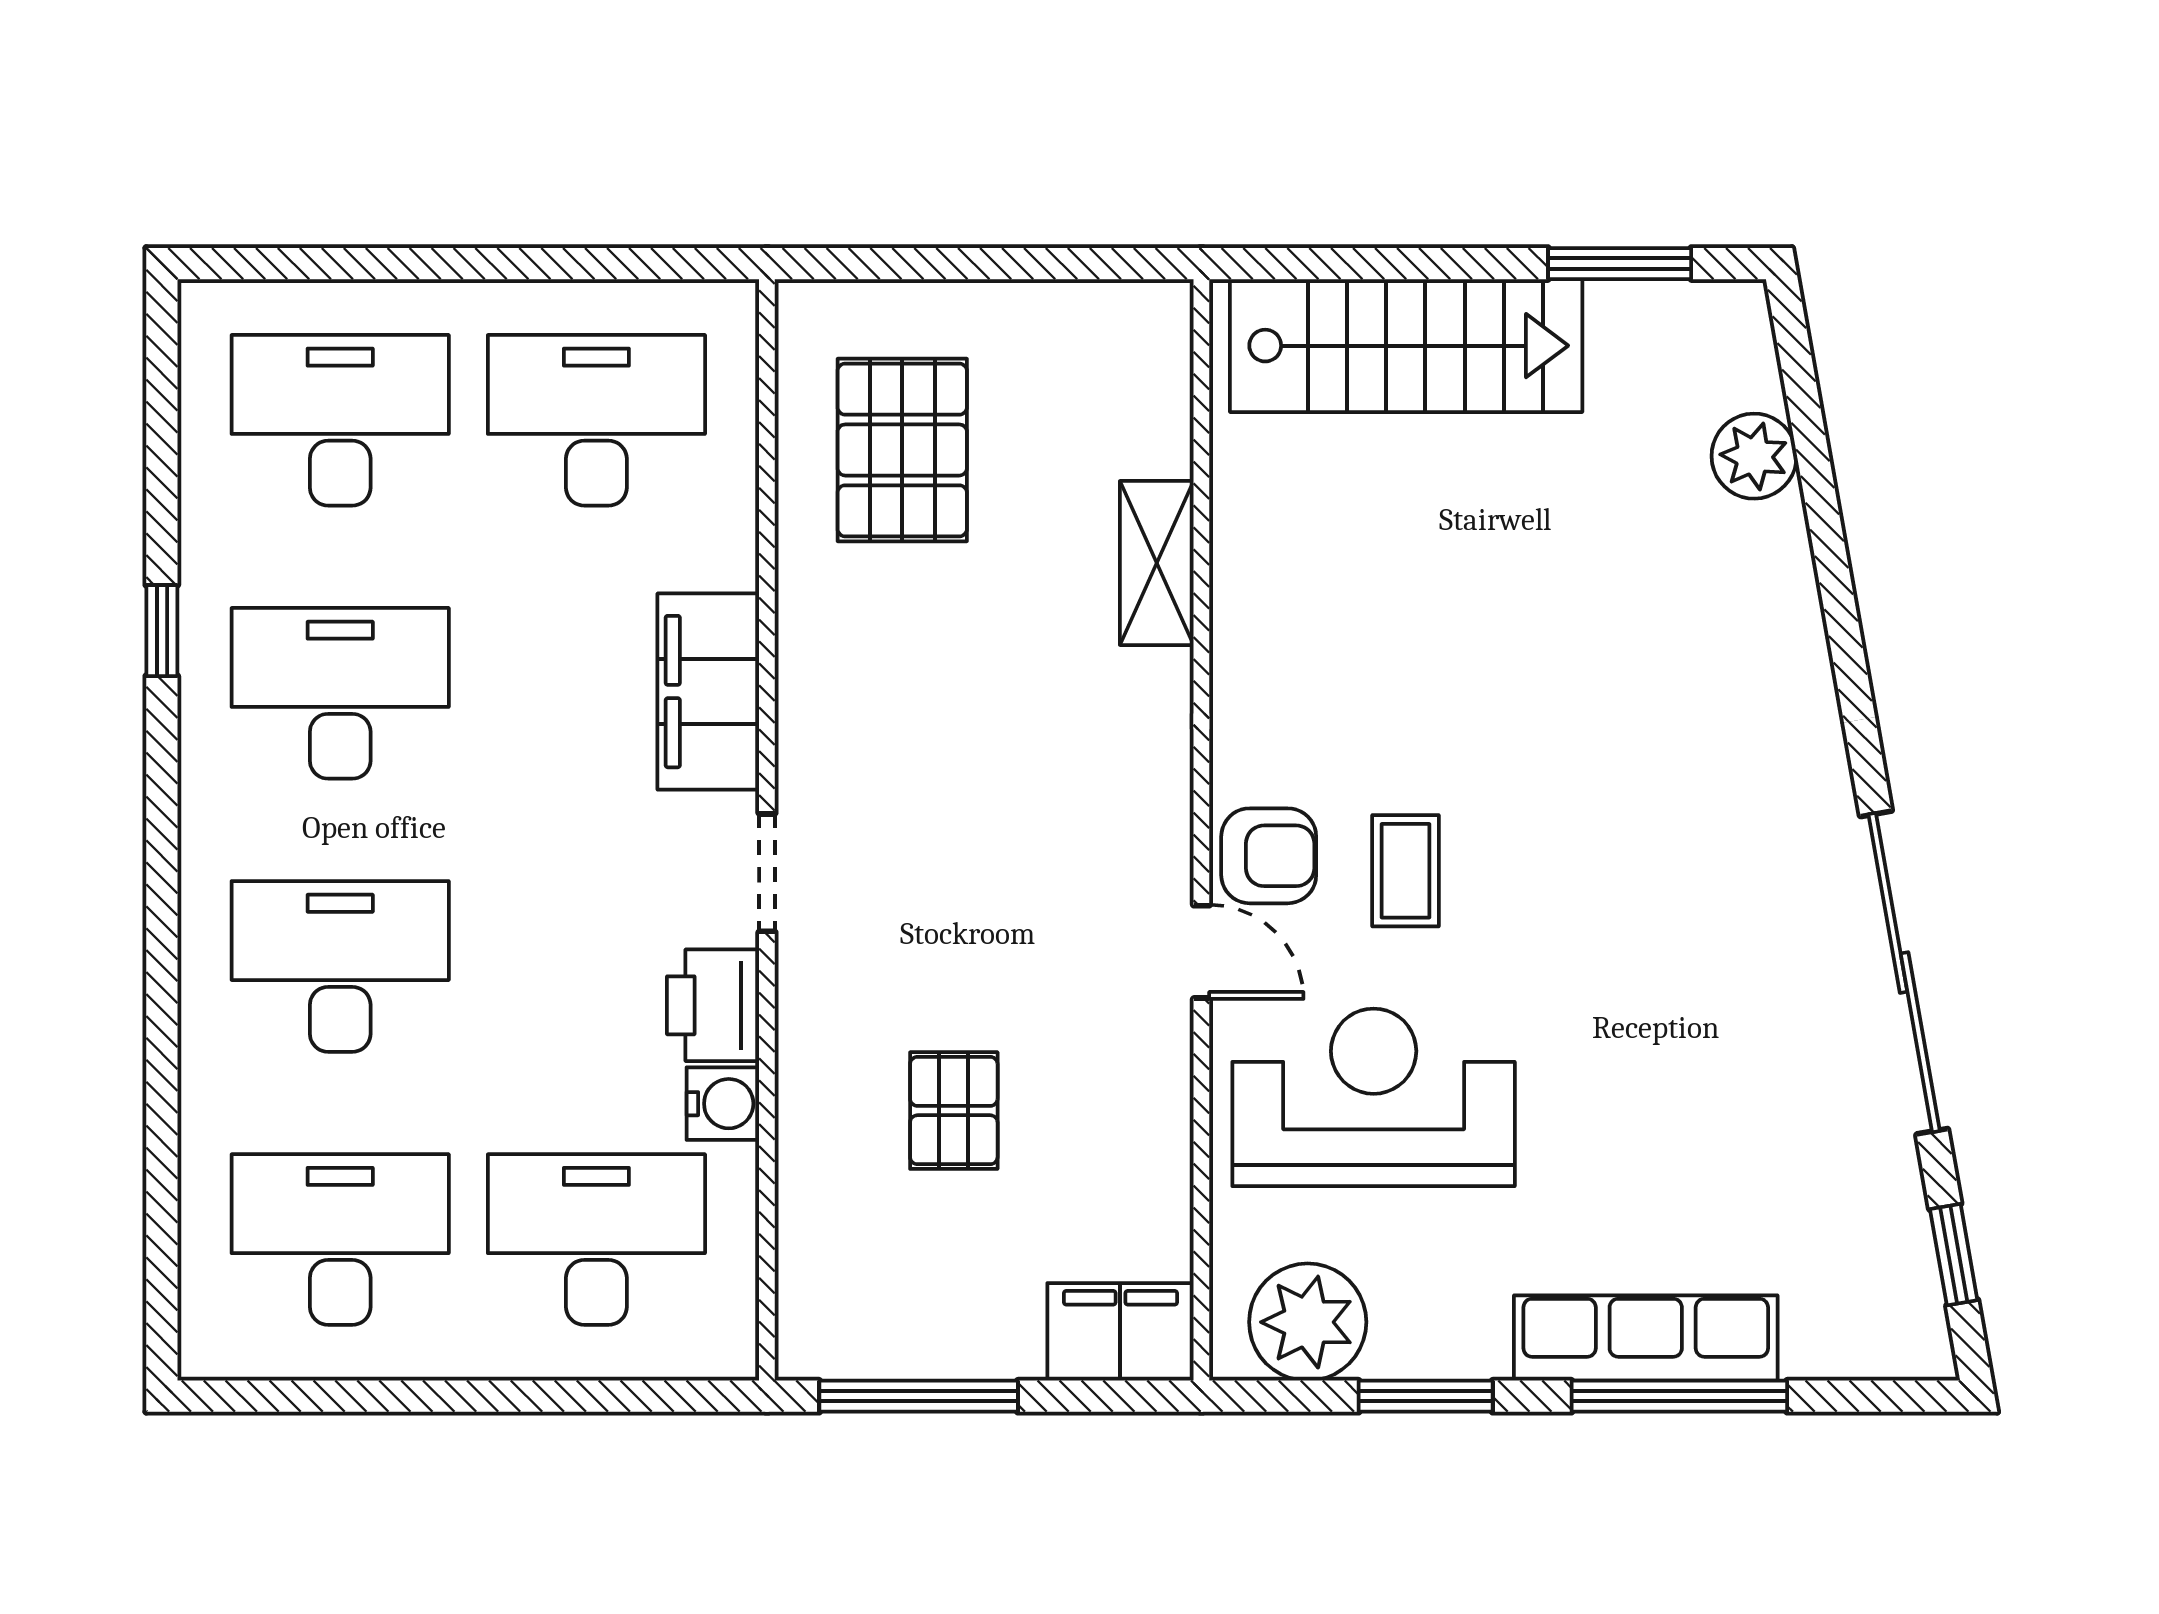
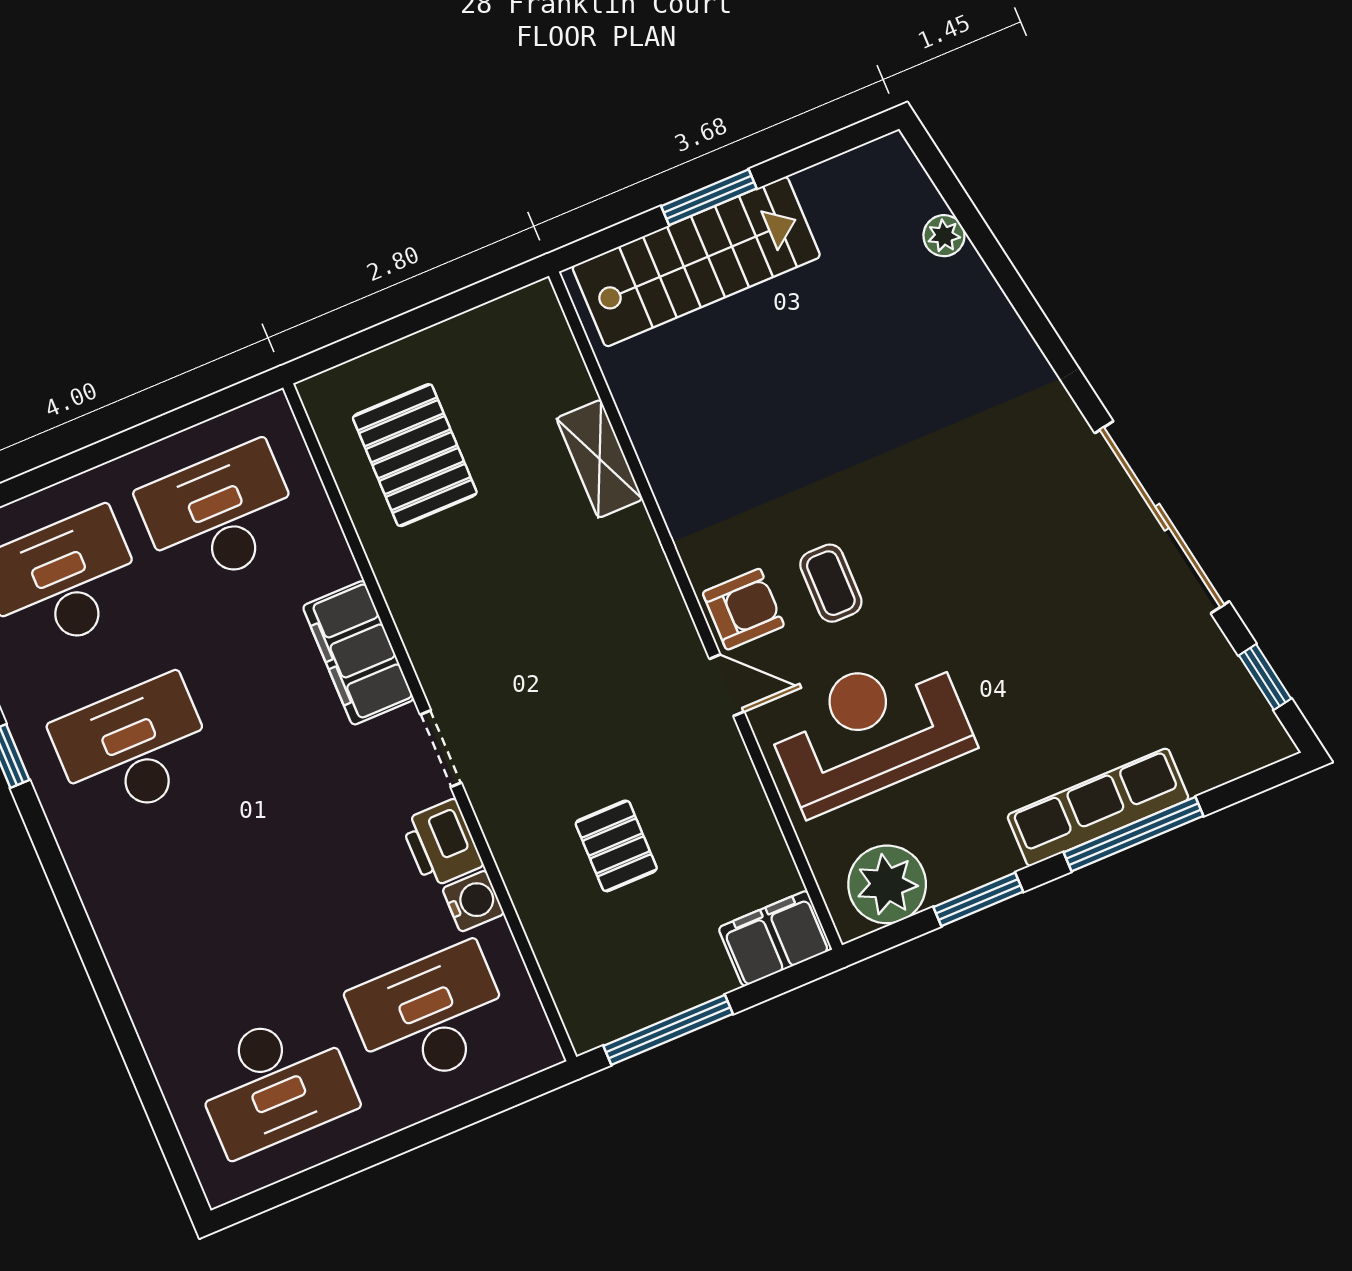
window: (1620, 264) -> (709, 197), moved
plant: (1754, 456) -> (944, 236), width x0.73, depth x0.73
desk: (340, 966) -> (204, 916), removed
desk: (340, 1239) -> (274, 1083), turned 180

